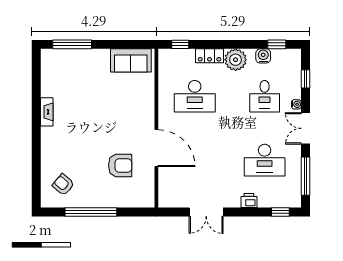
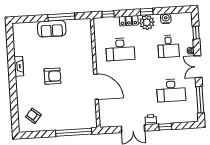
window: (72, 44) -> (61, 17), moved
window: (277, 44) -> (147, 12), moved
sofa: (131, 60) -> (52, 29), moved
armchair: (120, 165) -> (53, 76), moved
printer: (249, 201) -> (151, 120), moved
window: (91, 212) -> (74, 132), moved
window: (280, 212) -> (165, 127), moved

